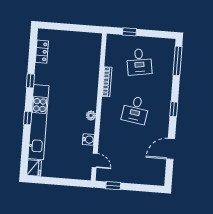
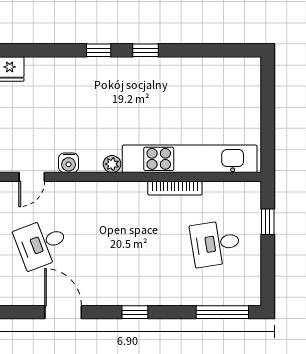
locker: (42, 52) -> (220, 67), removed
window: (30, 81) -> (145, 50), moved
desk: (136, 110) -> (41, 244), moved, turned -30
kitchen unit: (38, 122) -> (190, 159), moved, turned 180

